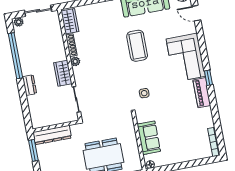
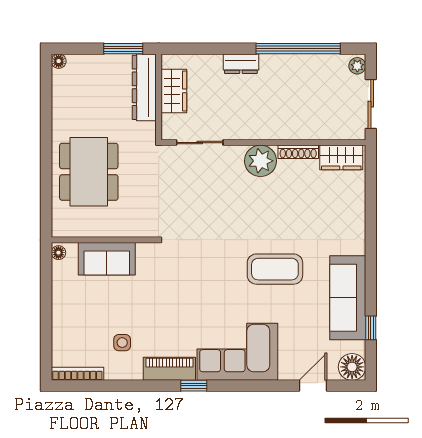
plant: (75, 61) -> (261, 161), width x1.88, depth x1.88
wardrobe: (63, 73) -> (174, 91), moved, turned 90
side table: (144, 93) -> (122, 343), moved

